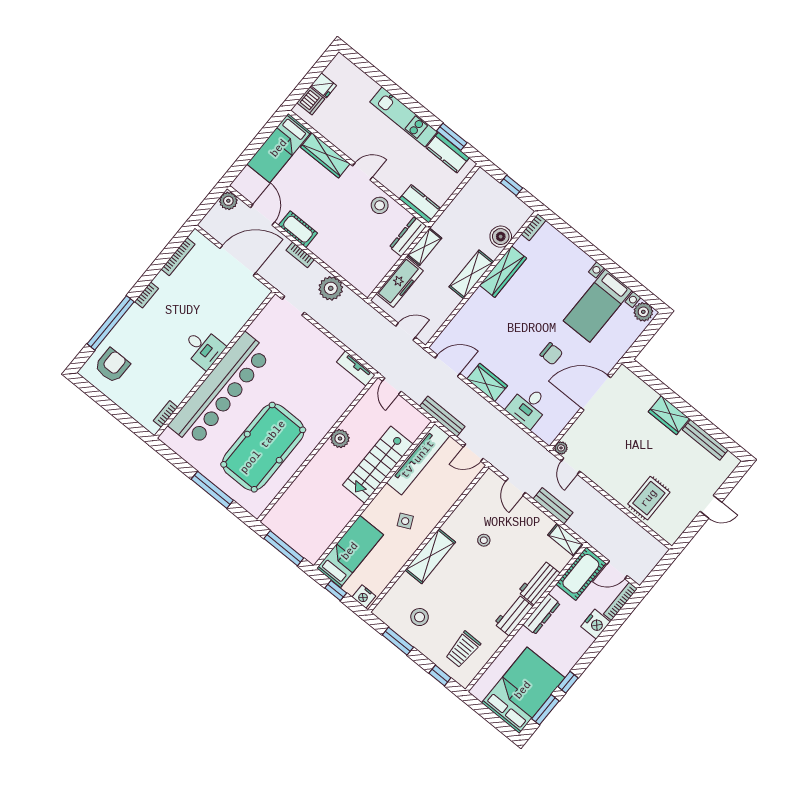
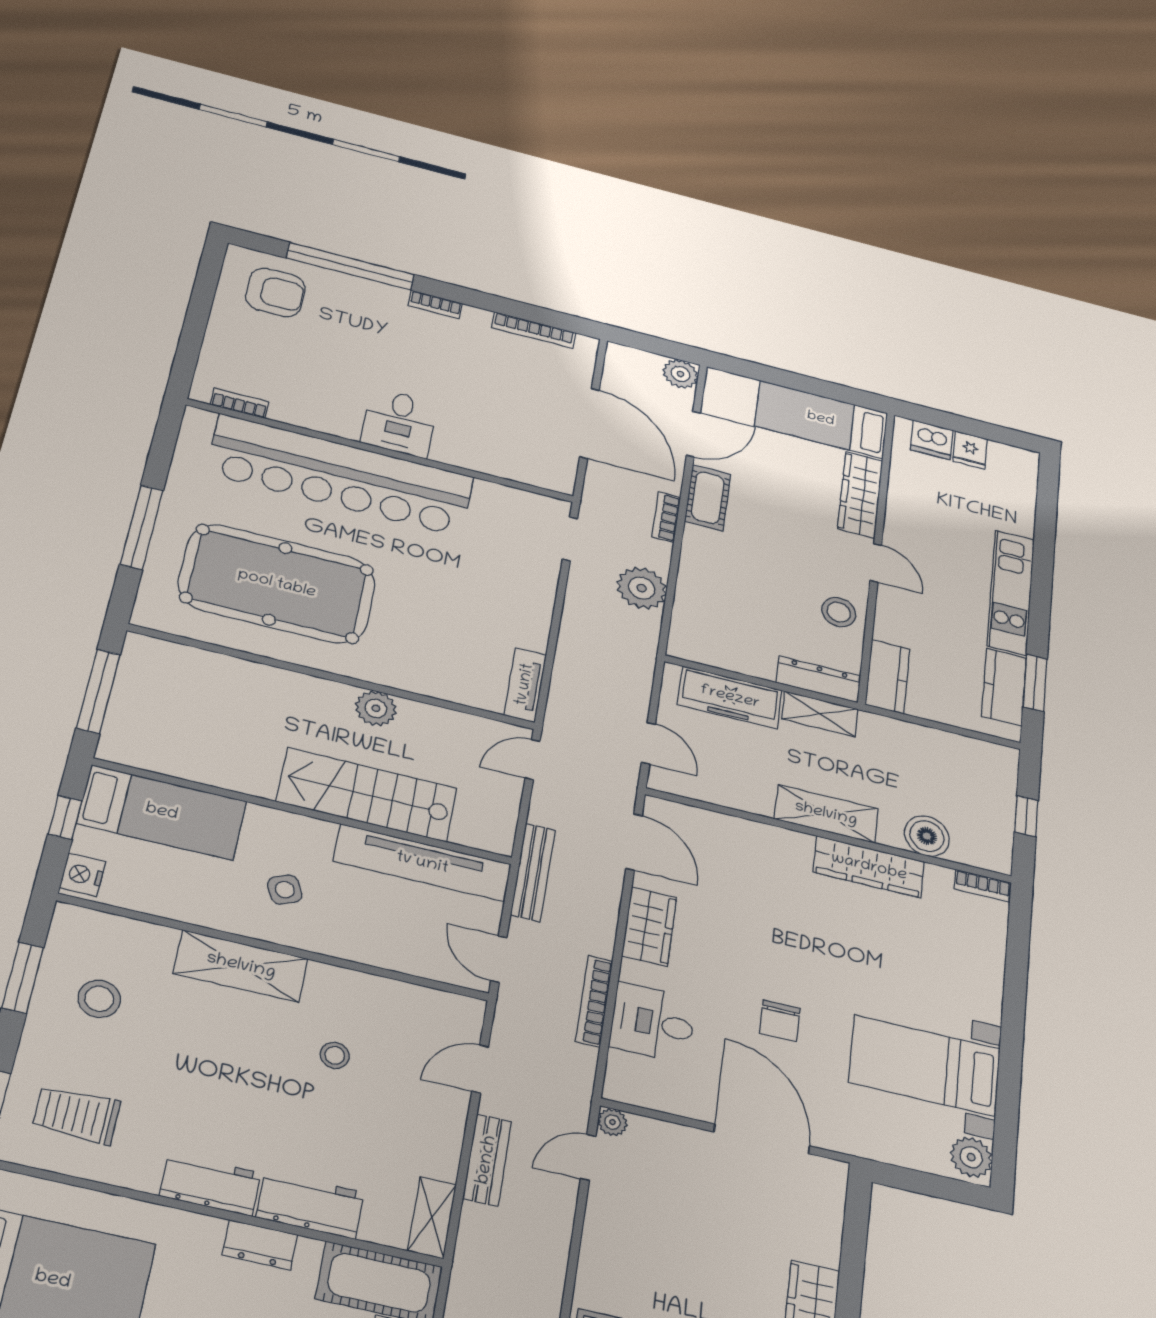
bookcase: (508, 425) -> (594, 1001), added
dresser: (542, 614) -> (260, 1245), width x0.70

